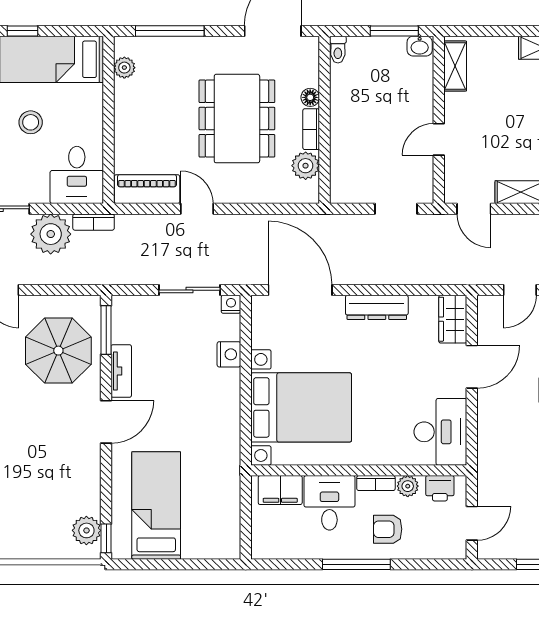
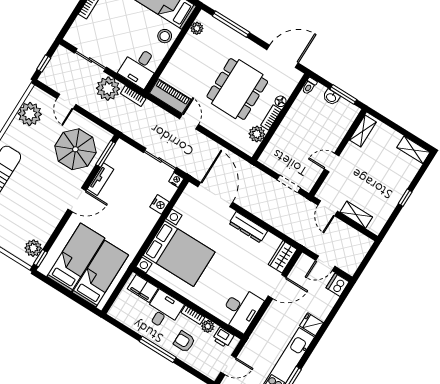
washbasin: (420, 46) -> (331, 97), moved
stool: (31, 122) -> (165, 36), moved
bed: (206, 507) -> (100, 274), added

